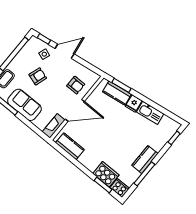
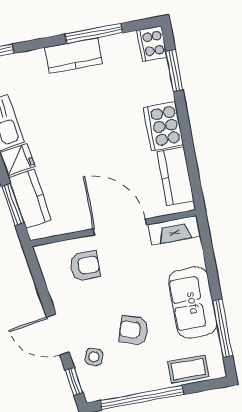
armchair: (76, 85) -> (85, 266), turned 90
cooker: (106, 174) -> (163, 126), moved

